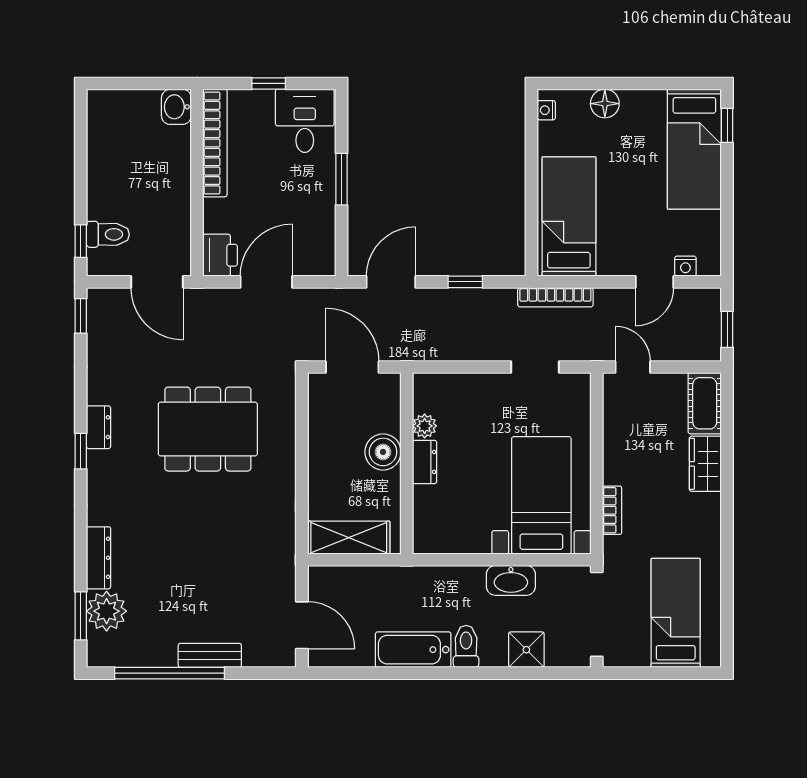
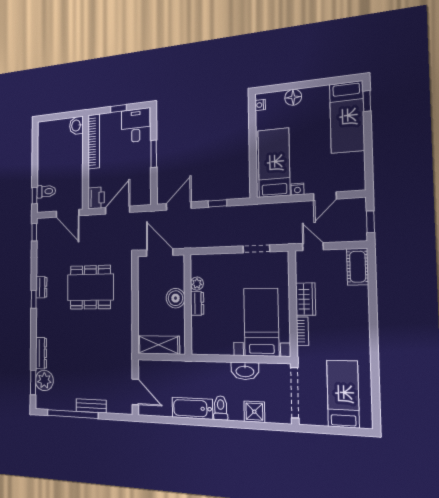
nightstand: (685, 266) -> (297, 189), moved
bookcase: (555, 297) -> (267, 209), removed
wardrobe: (705, 464) -> (306, 299), moved, turned 180

